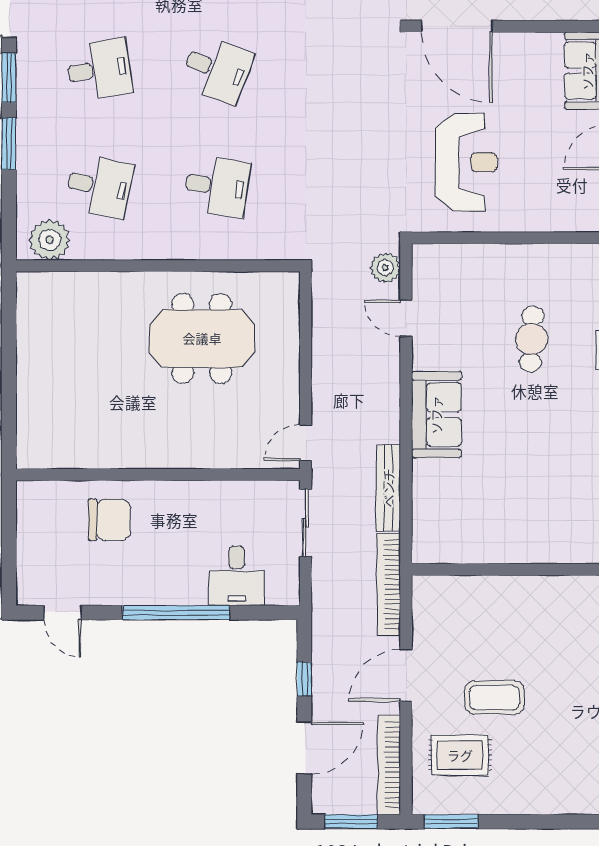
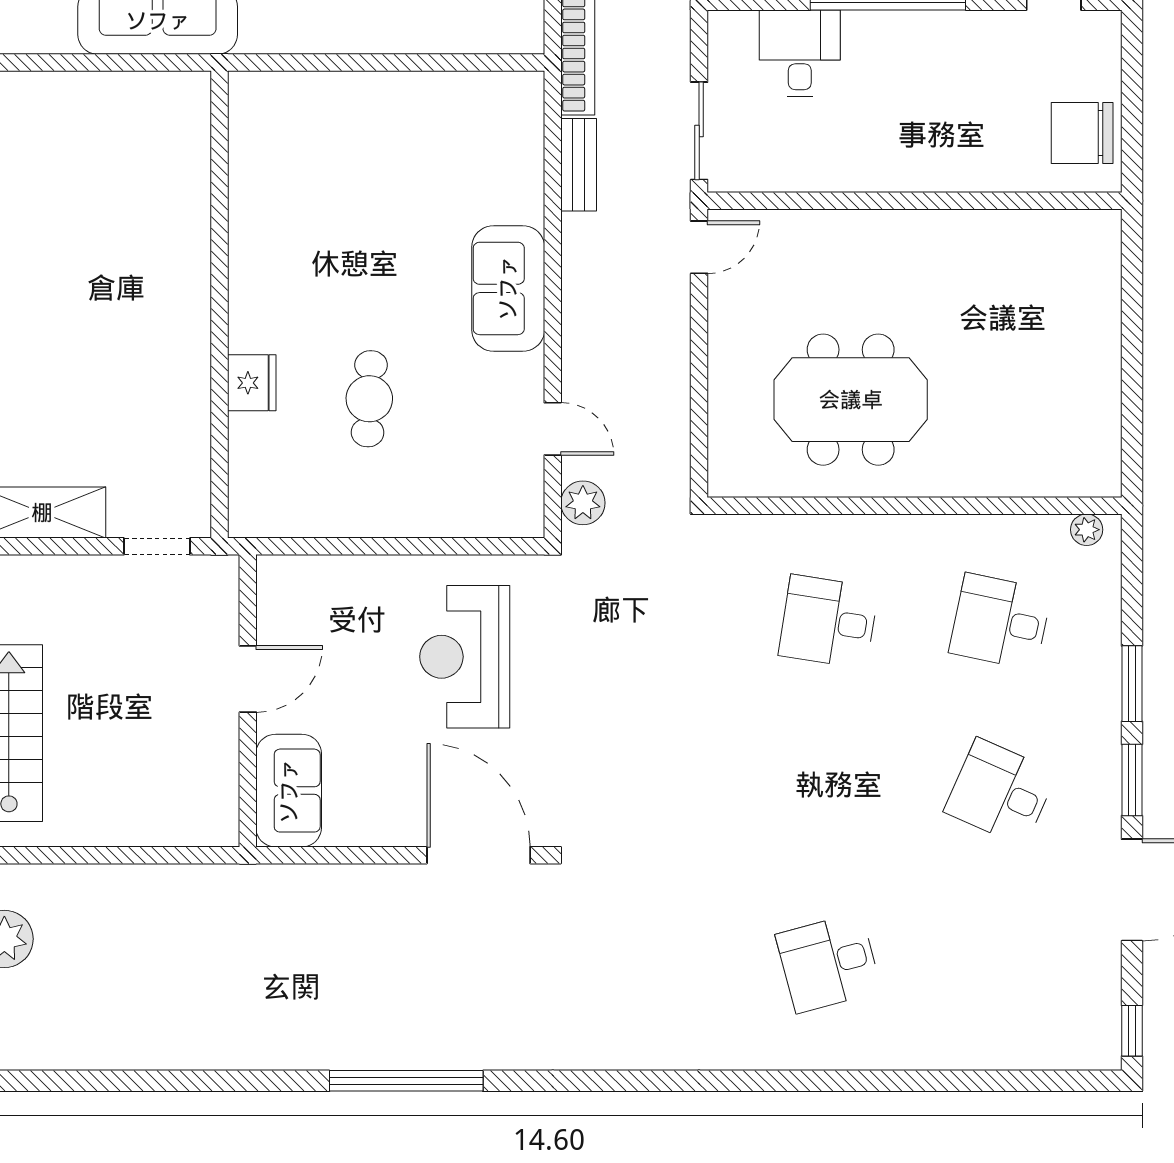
desk: (99, 69) -> (1000, 792), turned 33
desk: (217, 69) -> (829, 792), removed
plant: (50, 240) -> (1087, 530), width x0.53, depth x0.53
bench: (388, 488) -> (579, 165), width x0.73
chair: (109, 520) -> (1082, 133), moved

